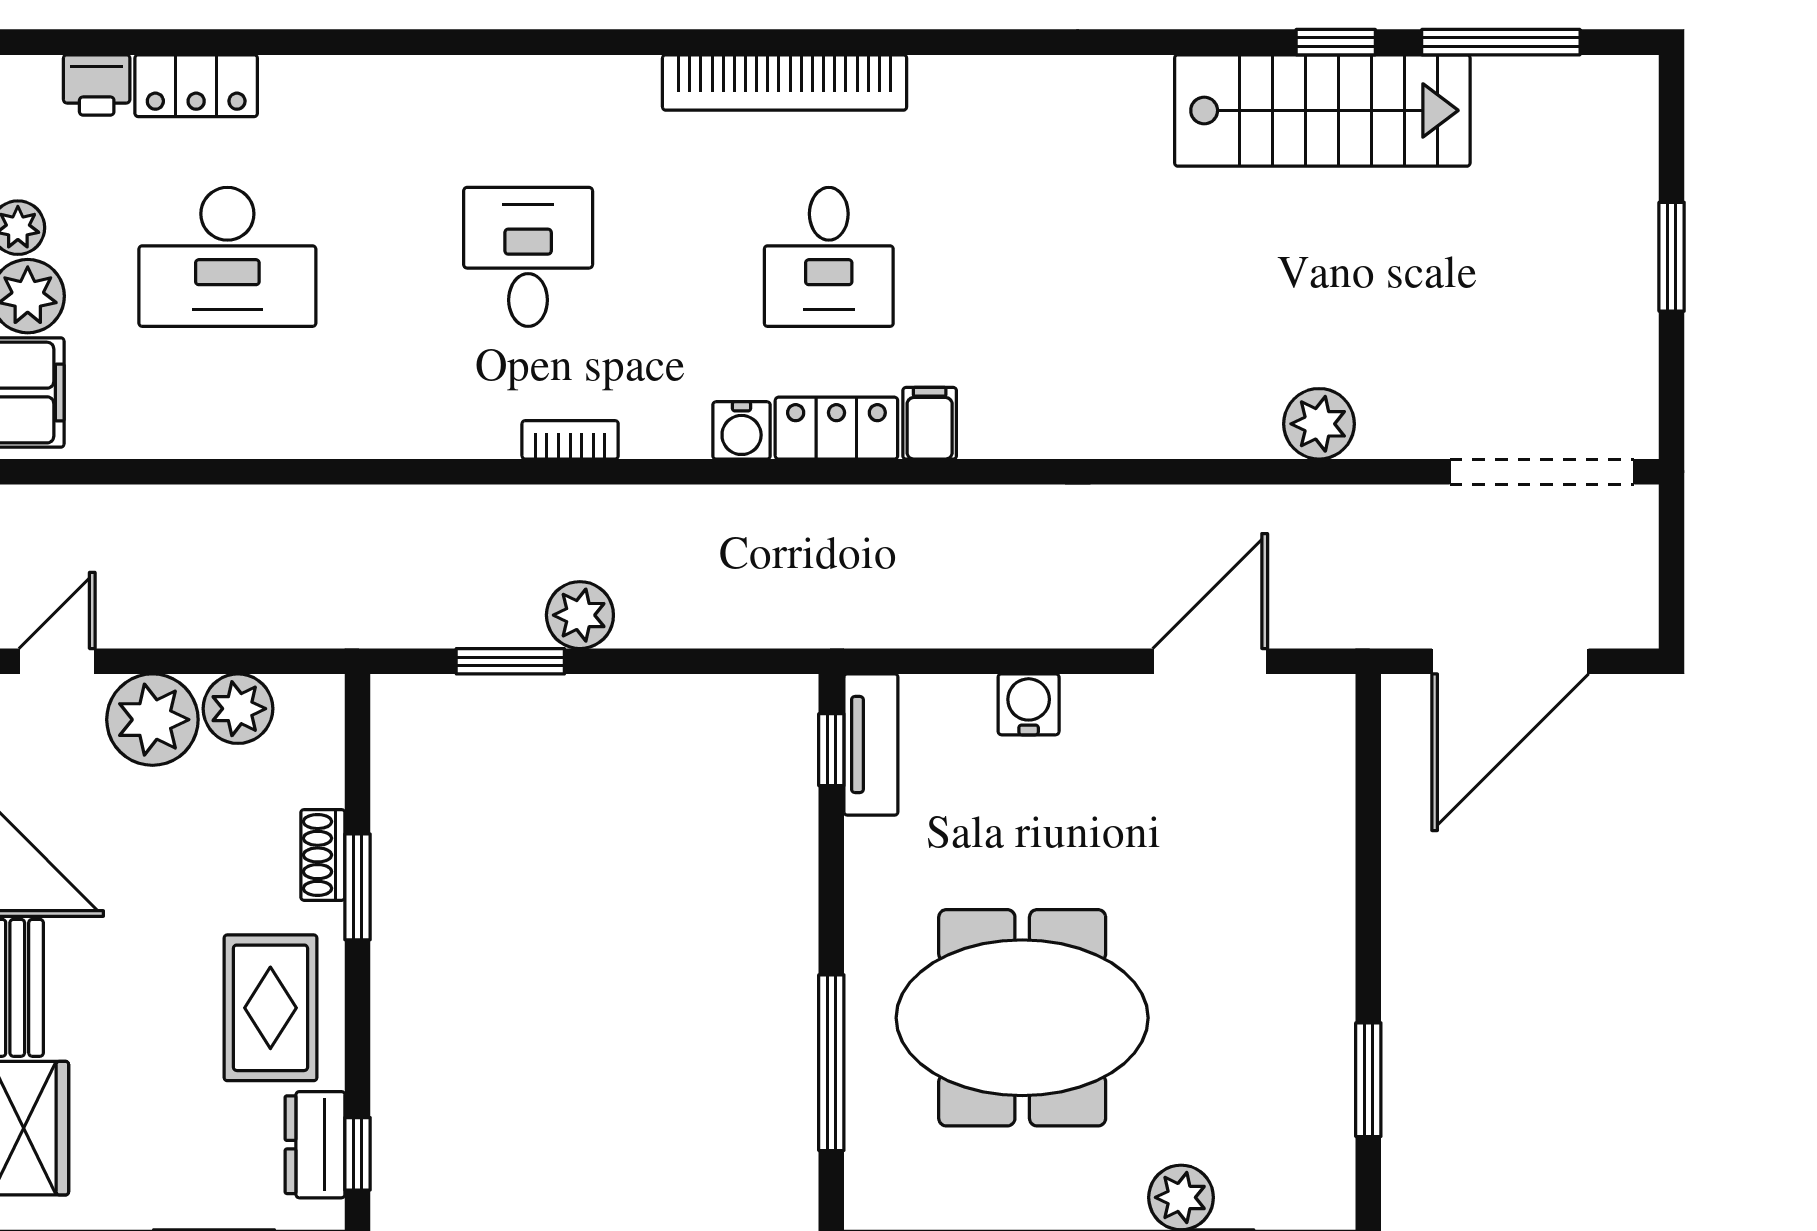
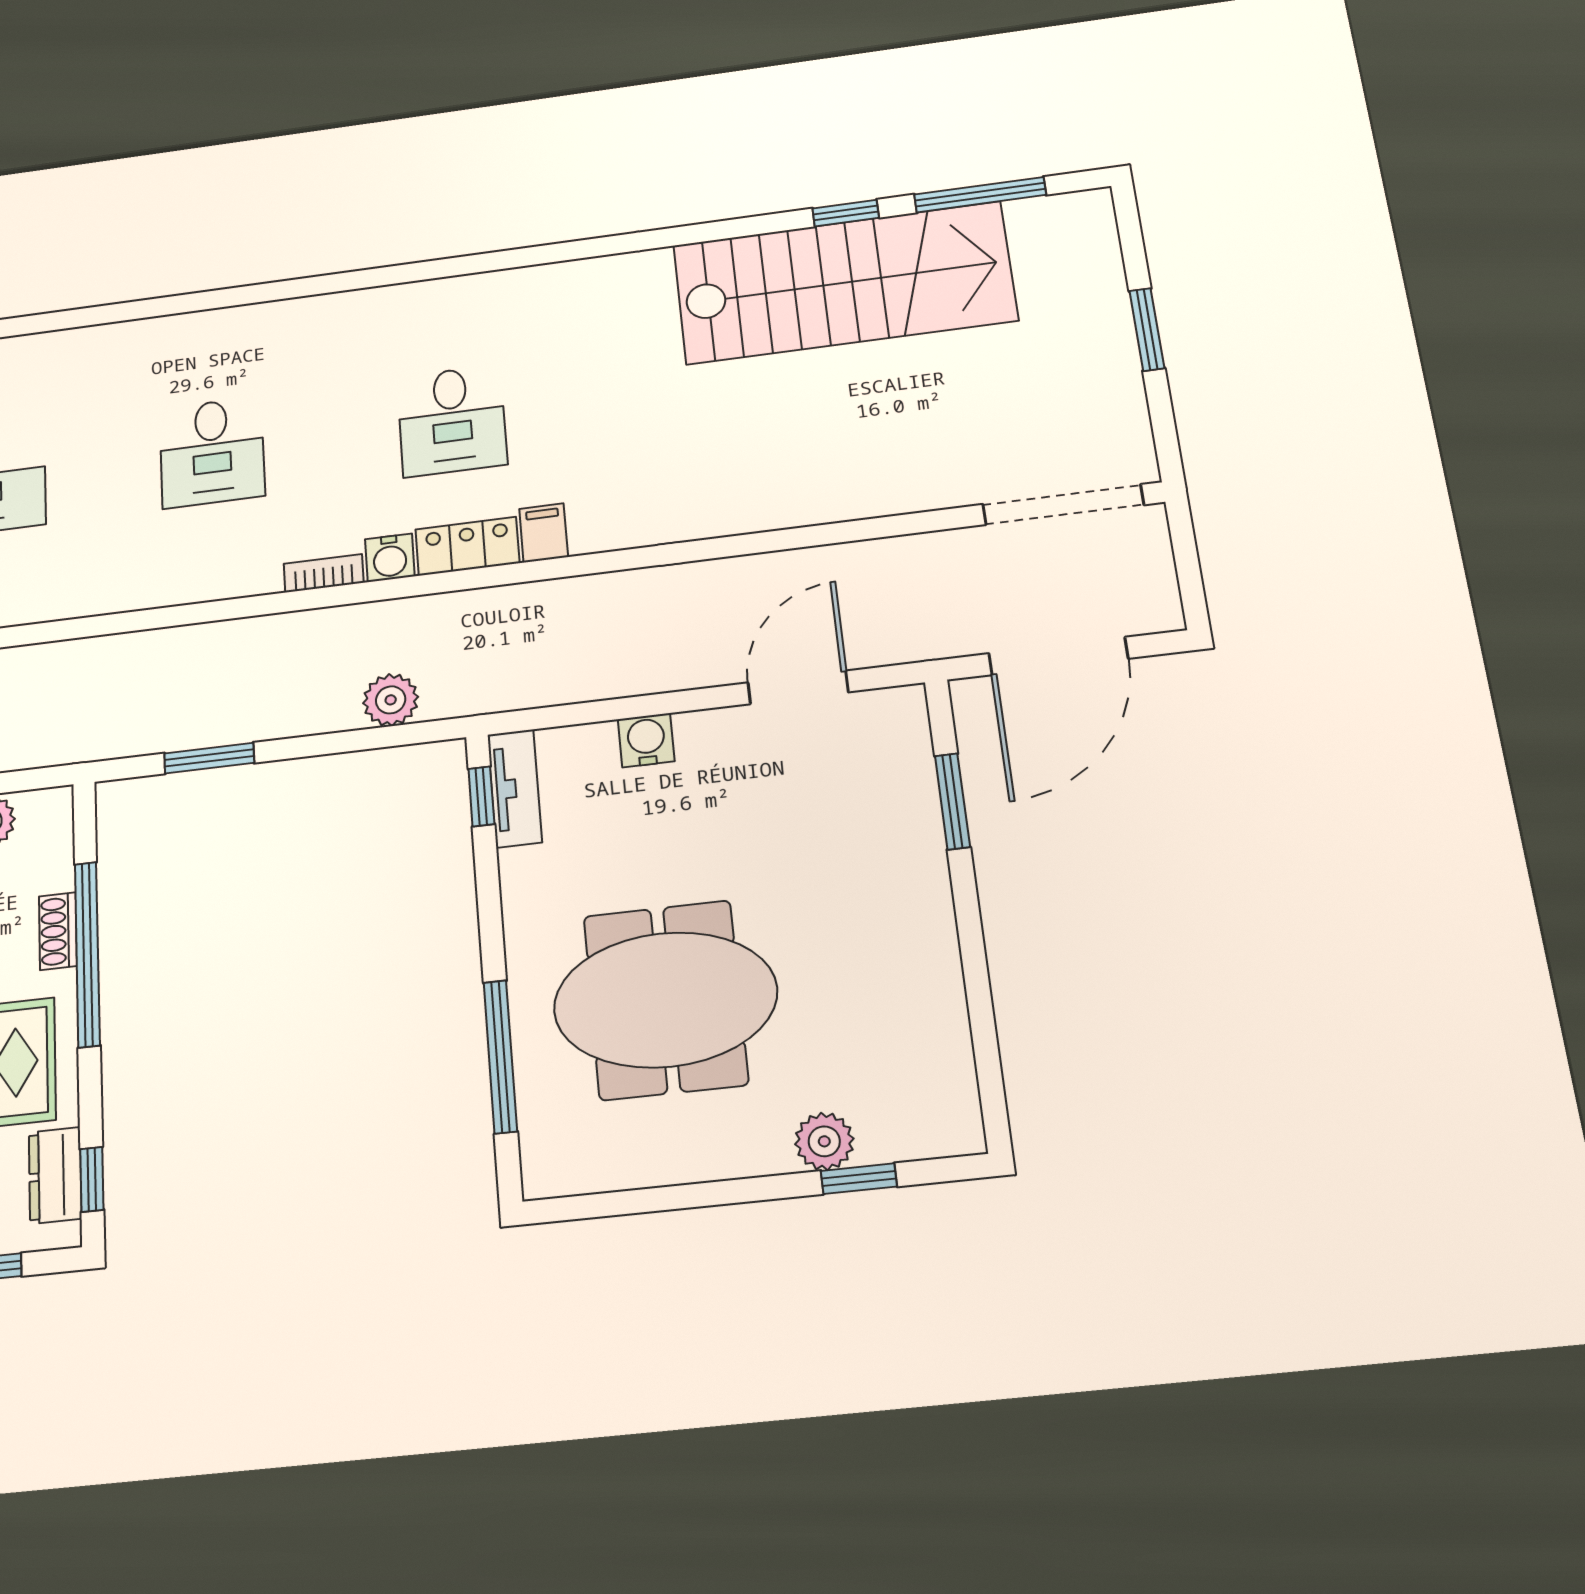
bookcase: (785, 82) -> (408, 301), removed
stairs: (1322, 110) -> (844, 283), width x1.36, depth x1.51
desk: (528, 257) -> (212, 452), turned 180
plant: (1319, 424) -> (868, 492), removed
bookcase: (570, 440) -> (324, 573), moved
plant: (580, 615) -> (391, 700), moved
window: (358, 887) -> (87, 954), width x2.11
window: (1368, 1080) -> (952, 801), moved

